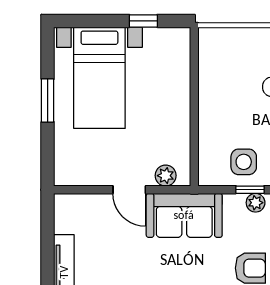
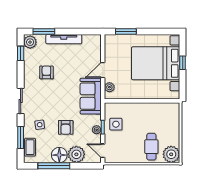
window: (143, 21) -> (183, 63), moved
bed with nightstands: (99, 78) -> (156, 63), width x1.36
window: (48, 101) -> (126, 31), moved

